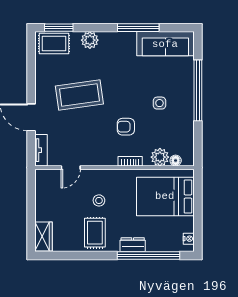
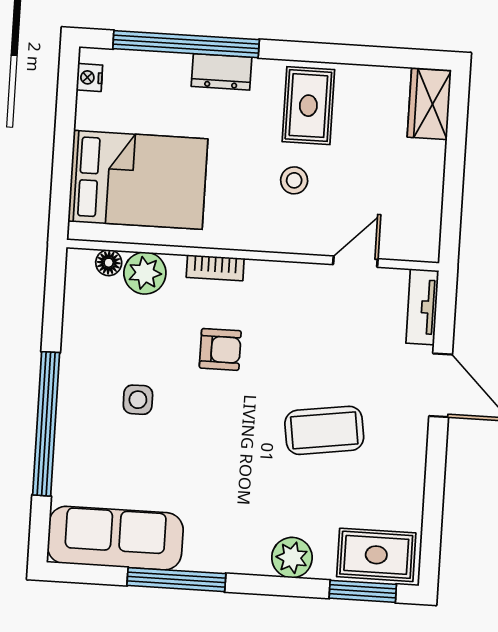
coffee table: (79, 95) -> (324, 430), width x0.73, depth x0.76

